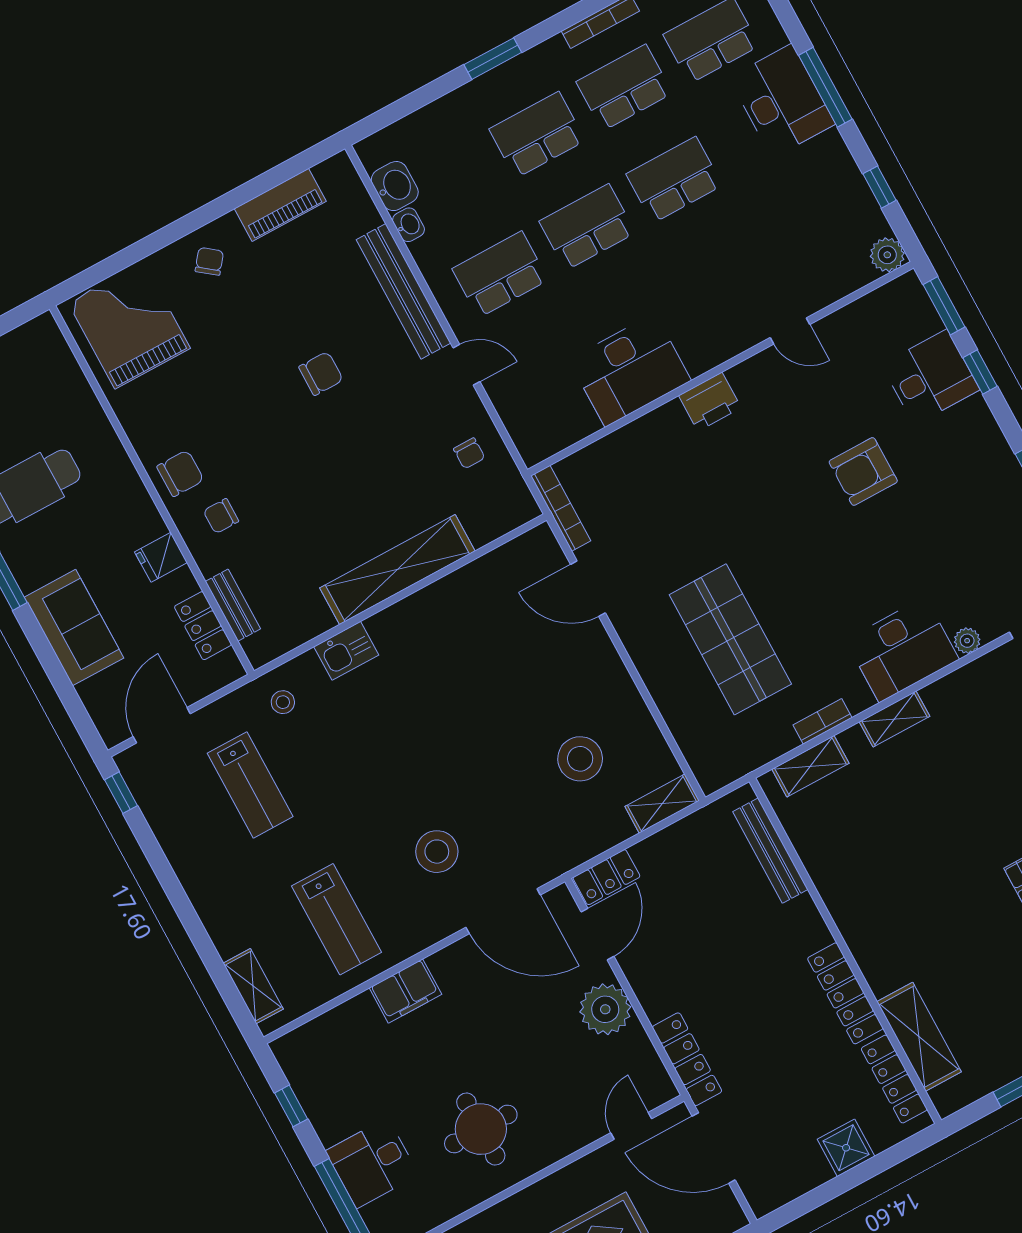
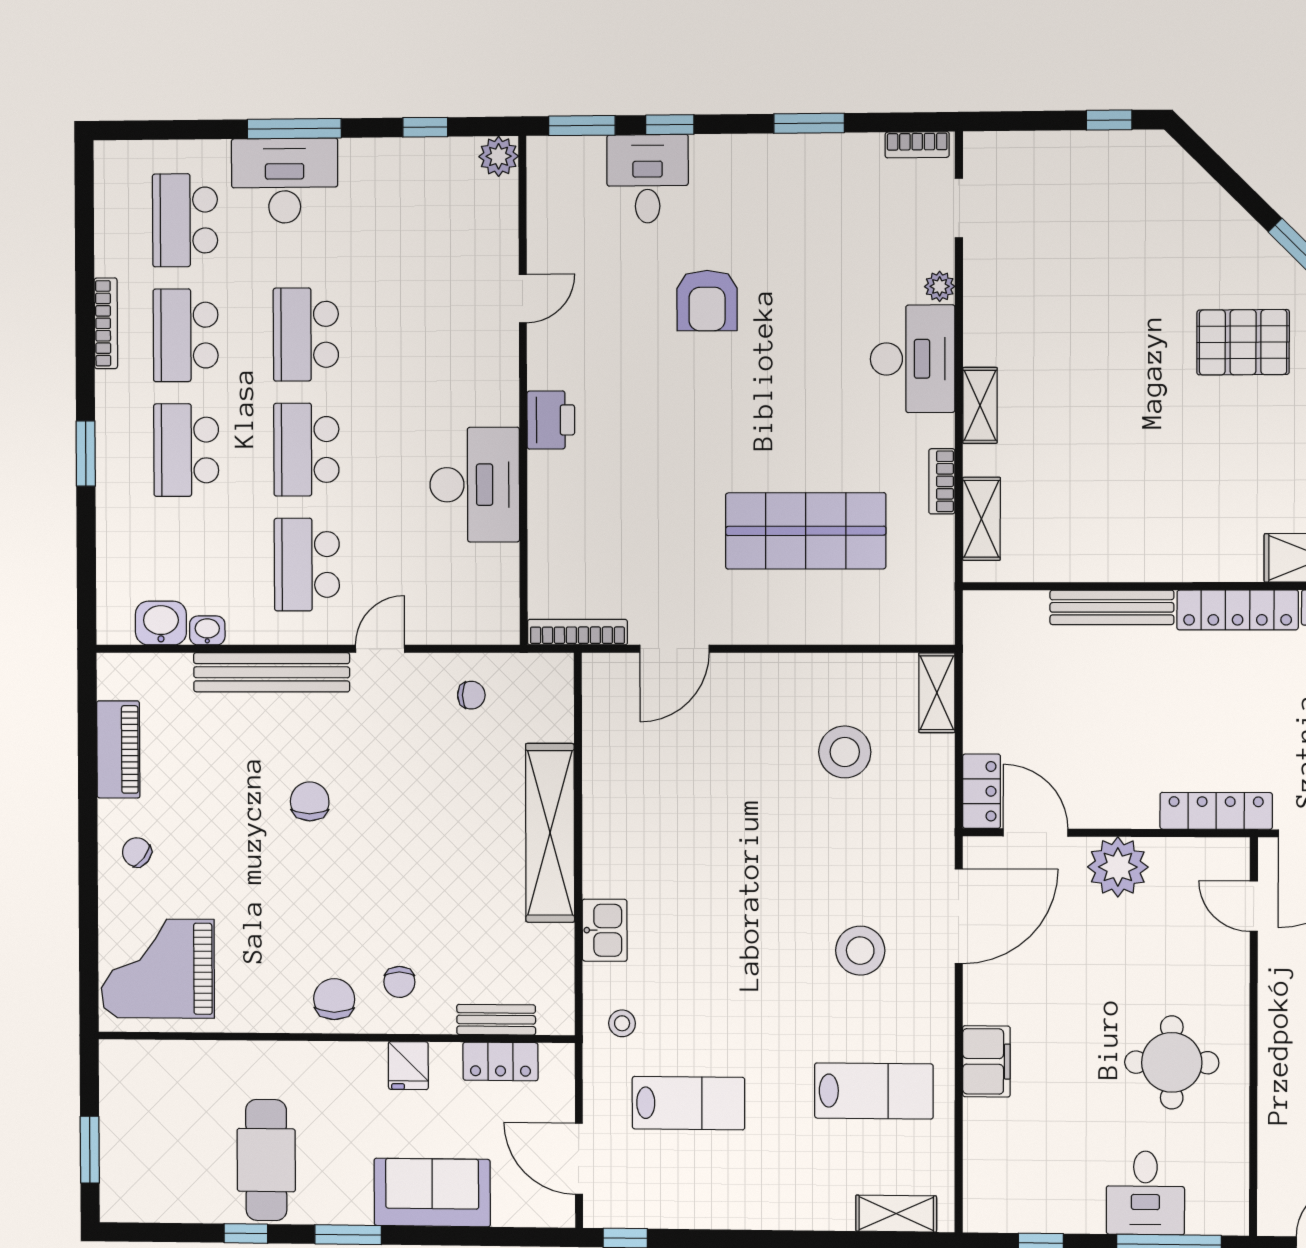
bench: (770, 851) -> (1112, 607), moved

